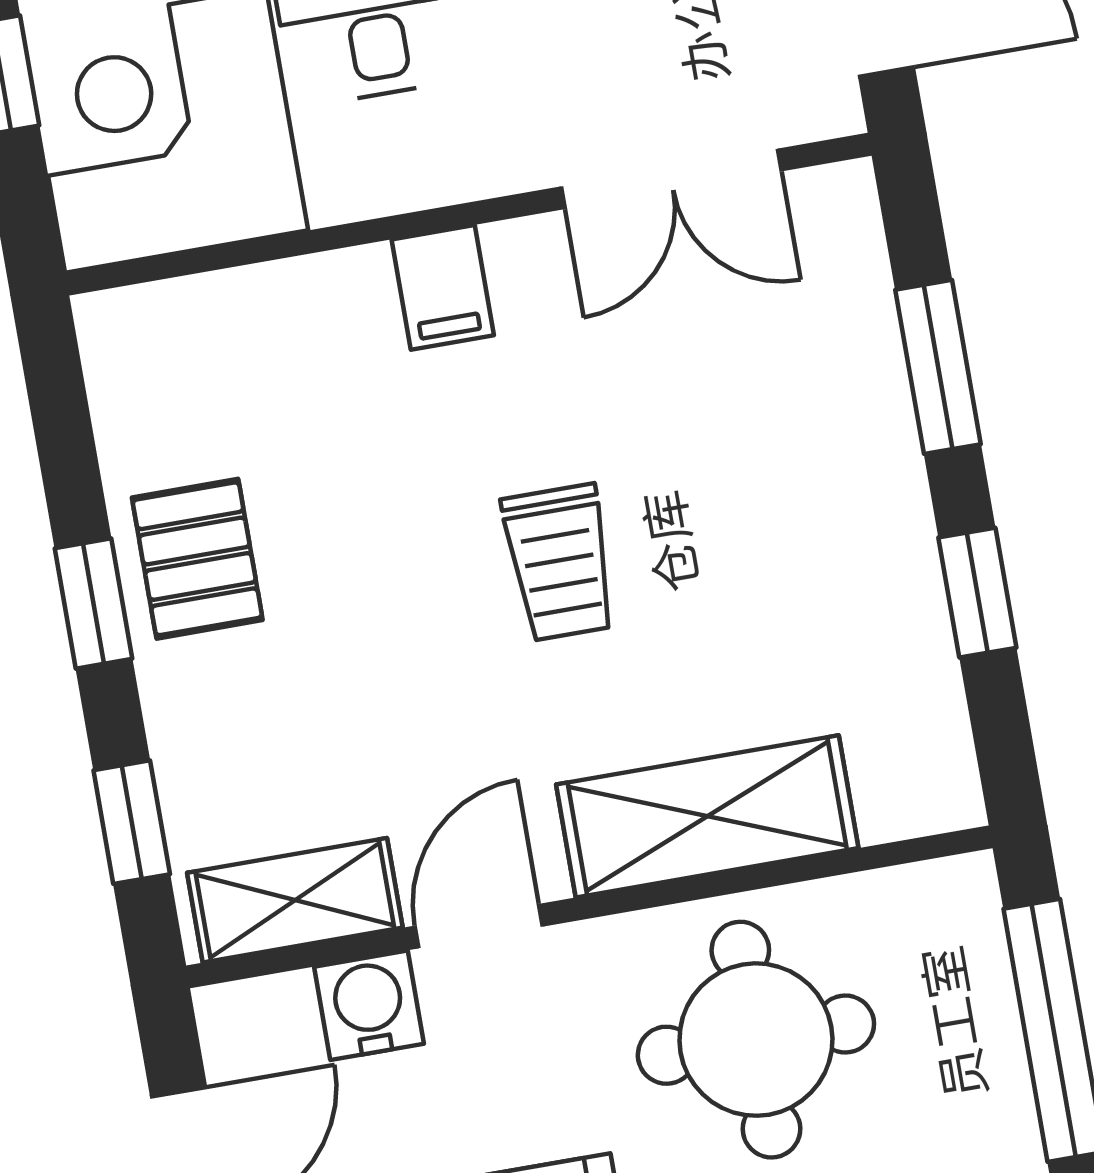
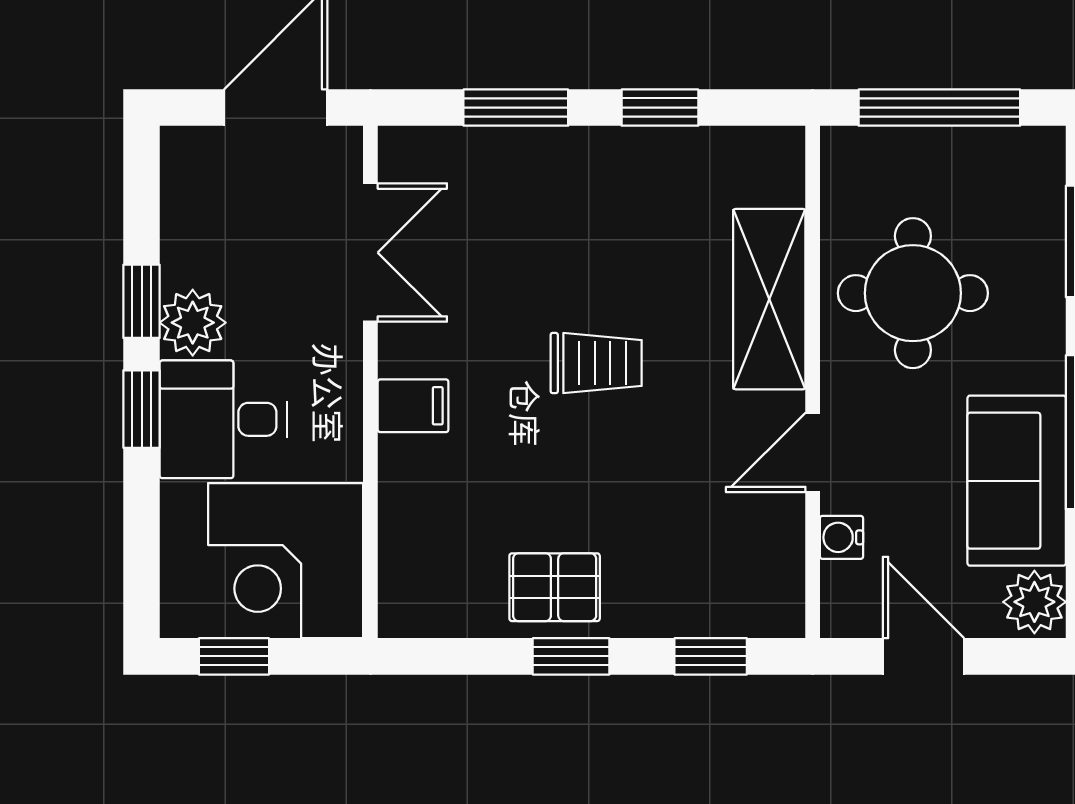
shelving: (295, 900) -> (777, 564), removed
door: (479, 926) -> (813, 453), hinge flipped
water cooler: (369, 1005) -> (842, 537), width x0.72, depth x0.72

